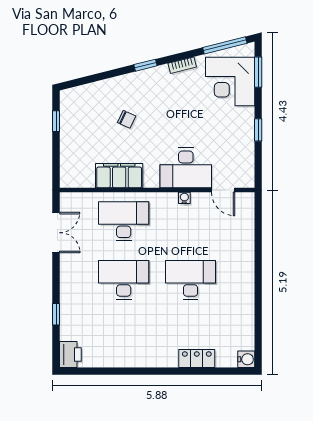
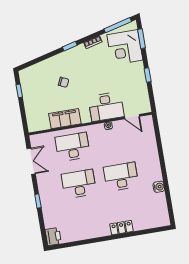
window: (56, 314) -> (38, 201), moved
locker: (197, 359) -> (121, 228), moved
water cooler: (246, 359) -> (159, 187), moved

